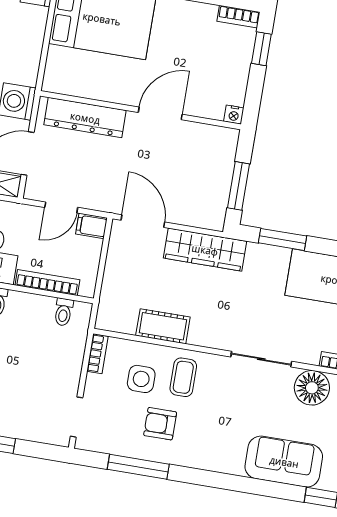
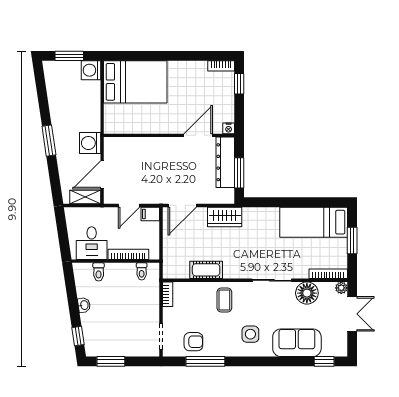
door: (160, 113) -> (198, 135), moved
dresser: (85, 118) -> (225, 162), moved, turned 90
door: (143, 221) -> (182, 205), swing flipped
window: (282, 239) -> (273, 202), removed
wardrobe: (205, 250) -> (225, 217), width x0.67
side table: (141, 379) -> (250, 334), moved
armchair: (160, 424) -> (193, 342), moved, turned 180

